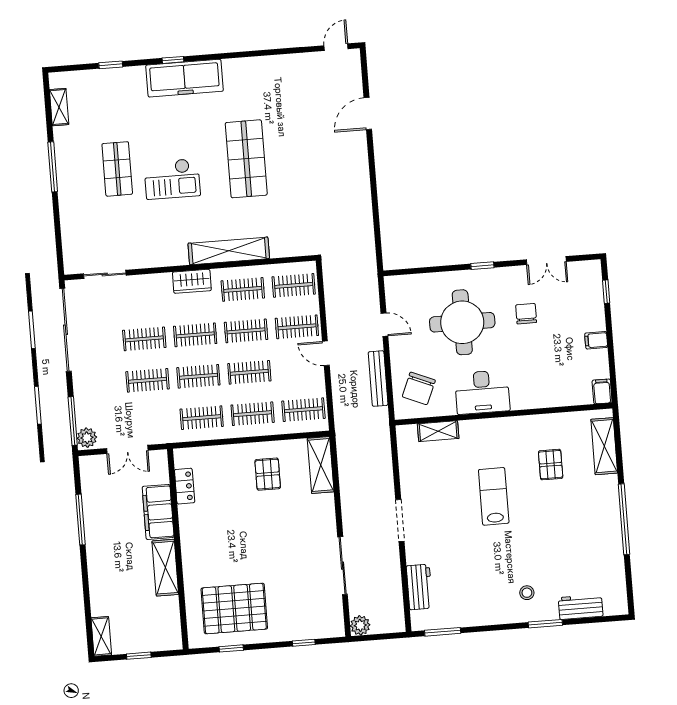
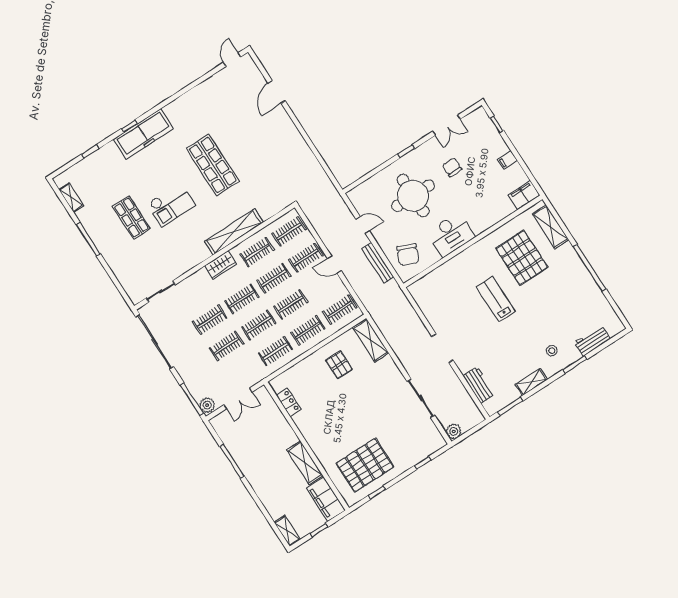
filing cabinet: (602, 391) -> (524, 195), width x2.00
shelving: (438, 431) -> (531, 382), moved
pallet: (551, 465) -> (522, 258), width x2.05, depth x2.00
filing cabinet: (158, 512) -> (326, 499), moved

